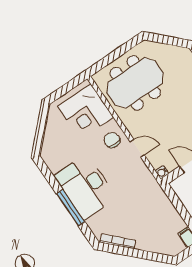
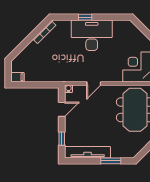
chair: (112, 140) -> (109, 71), removed
window: (71, 208) -> (85, 17), width x0.46

